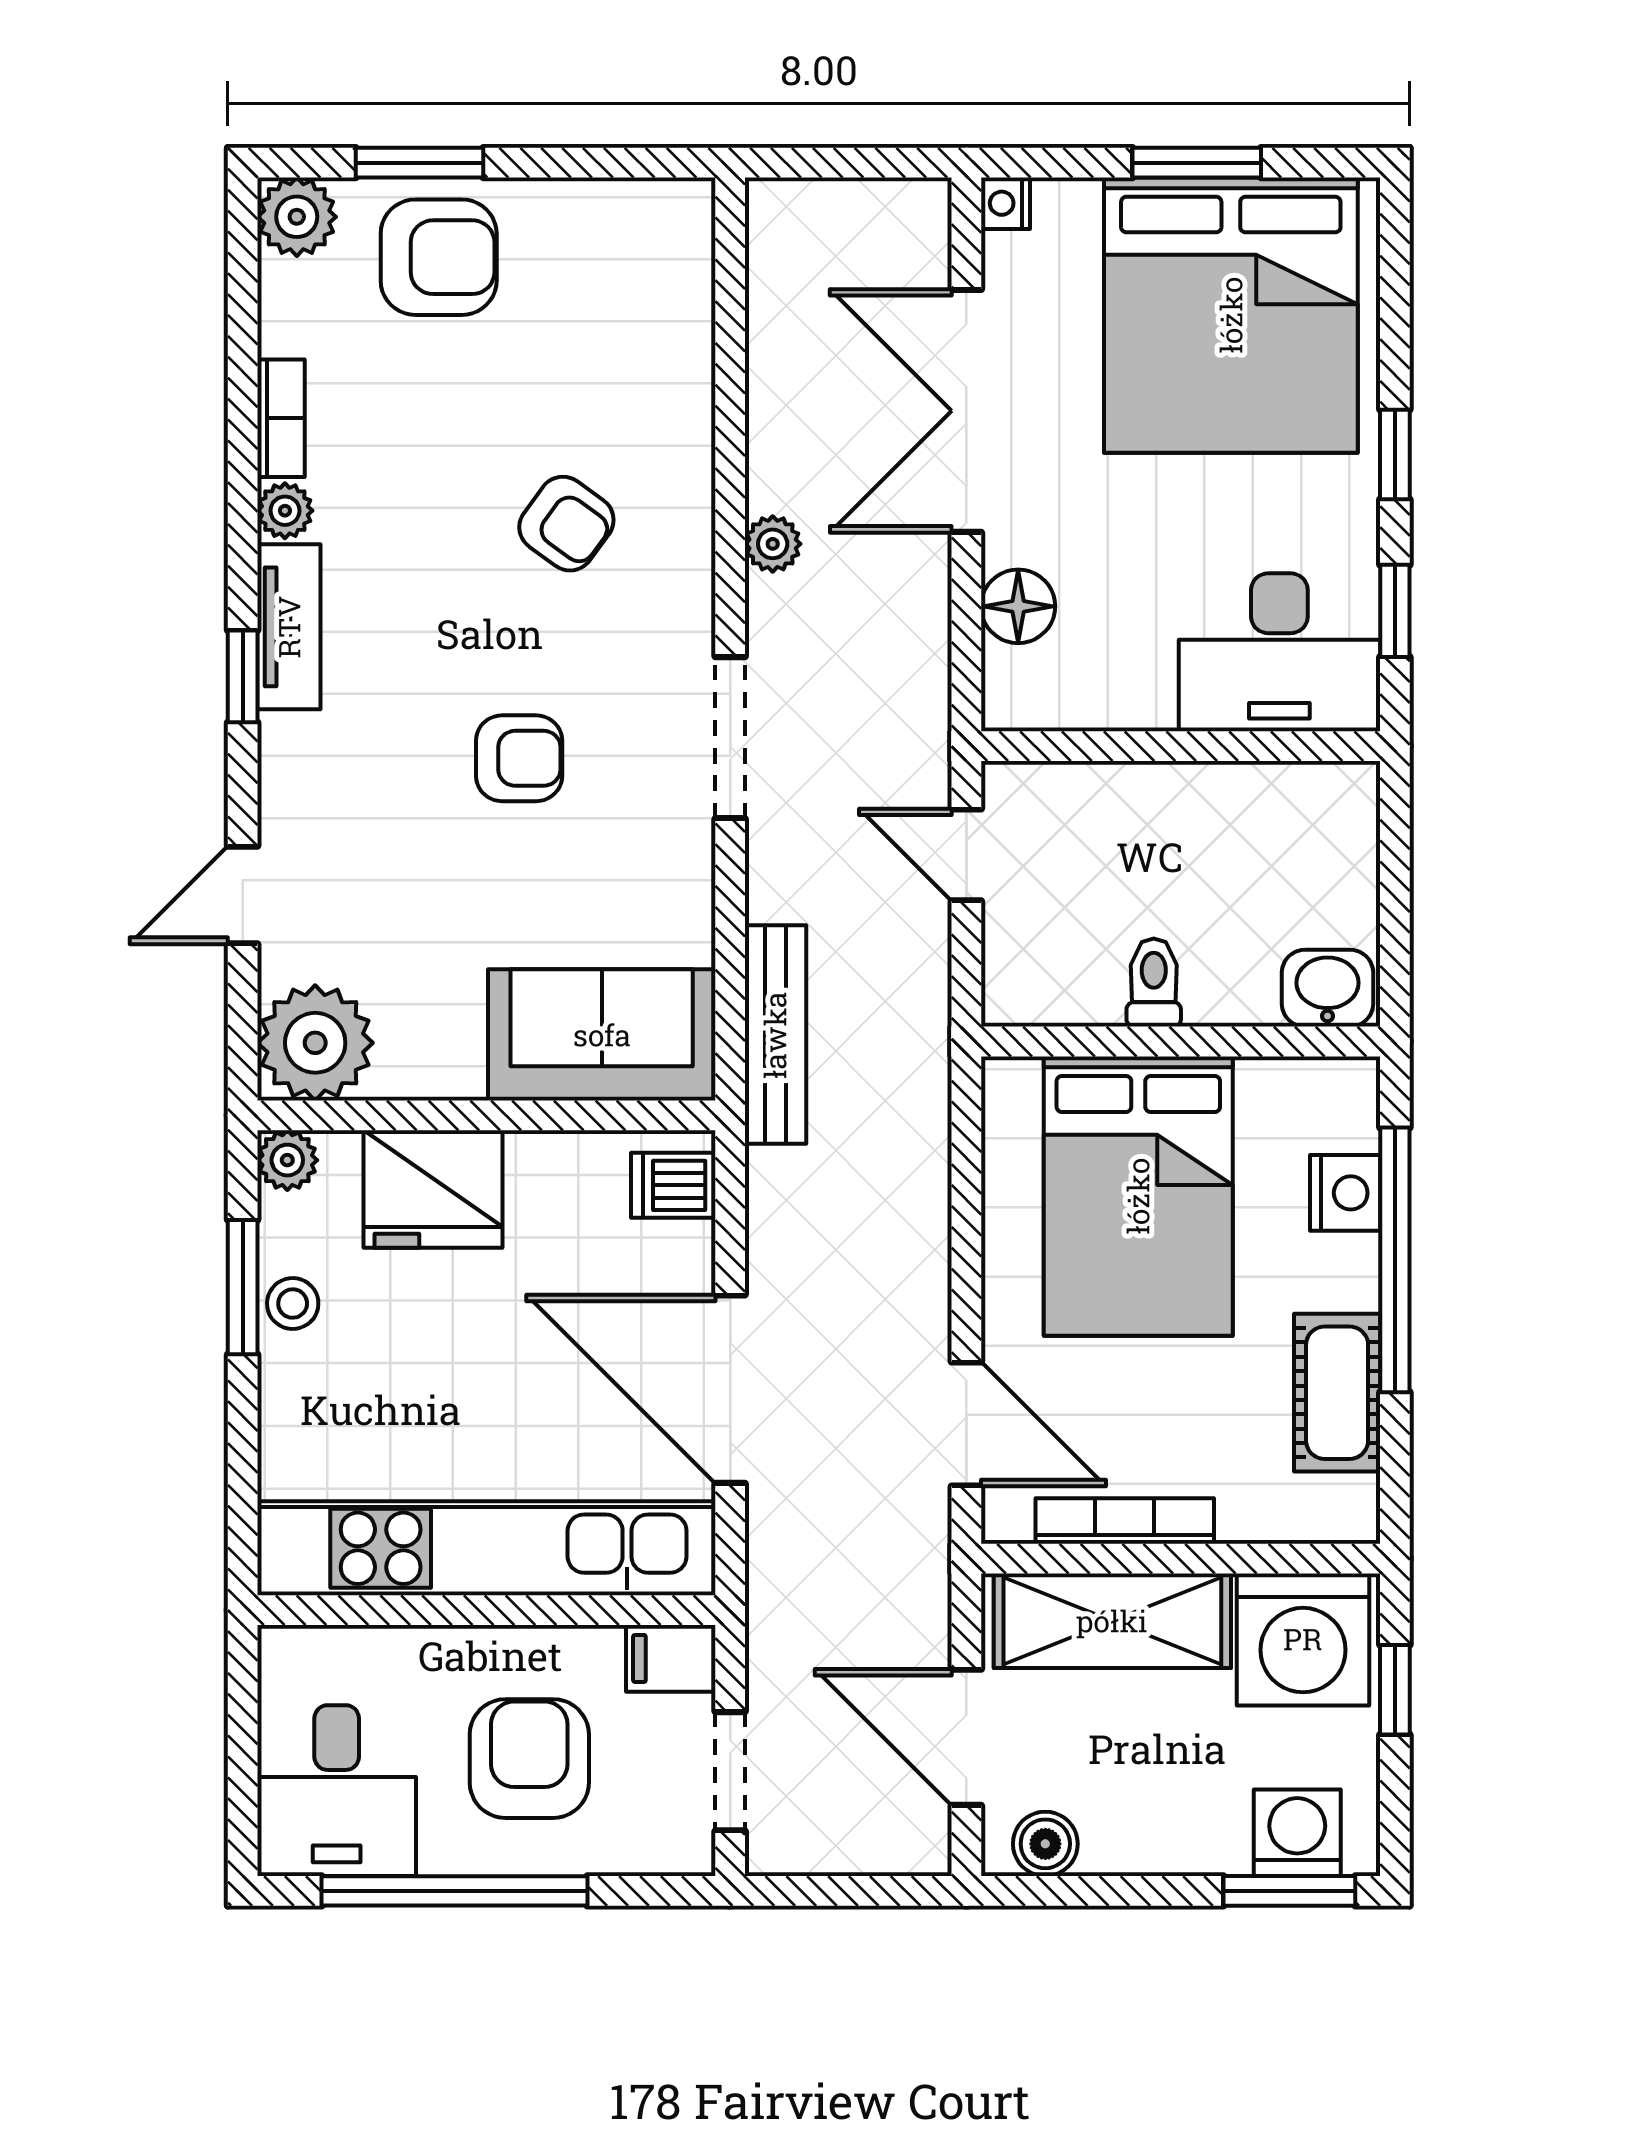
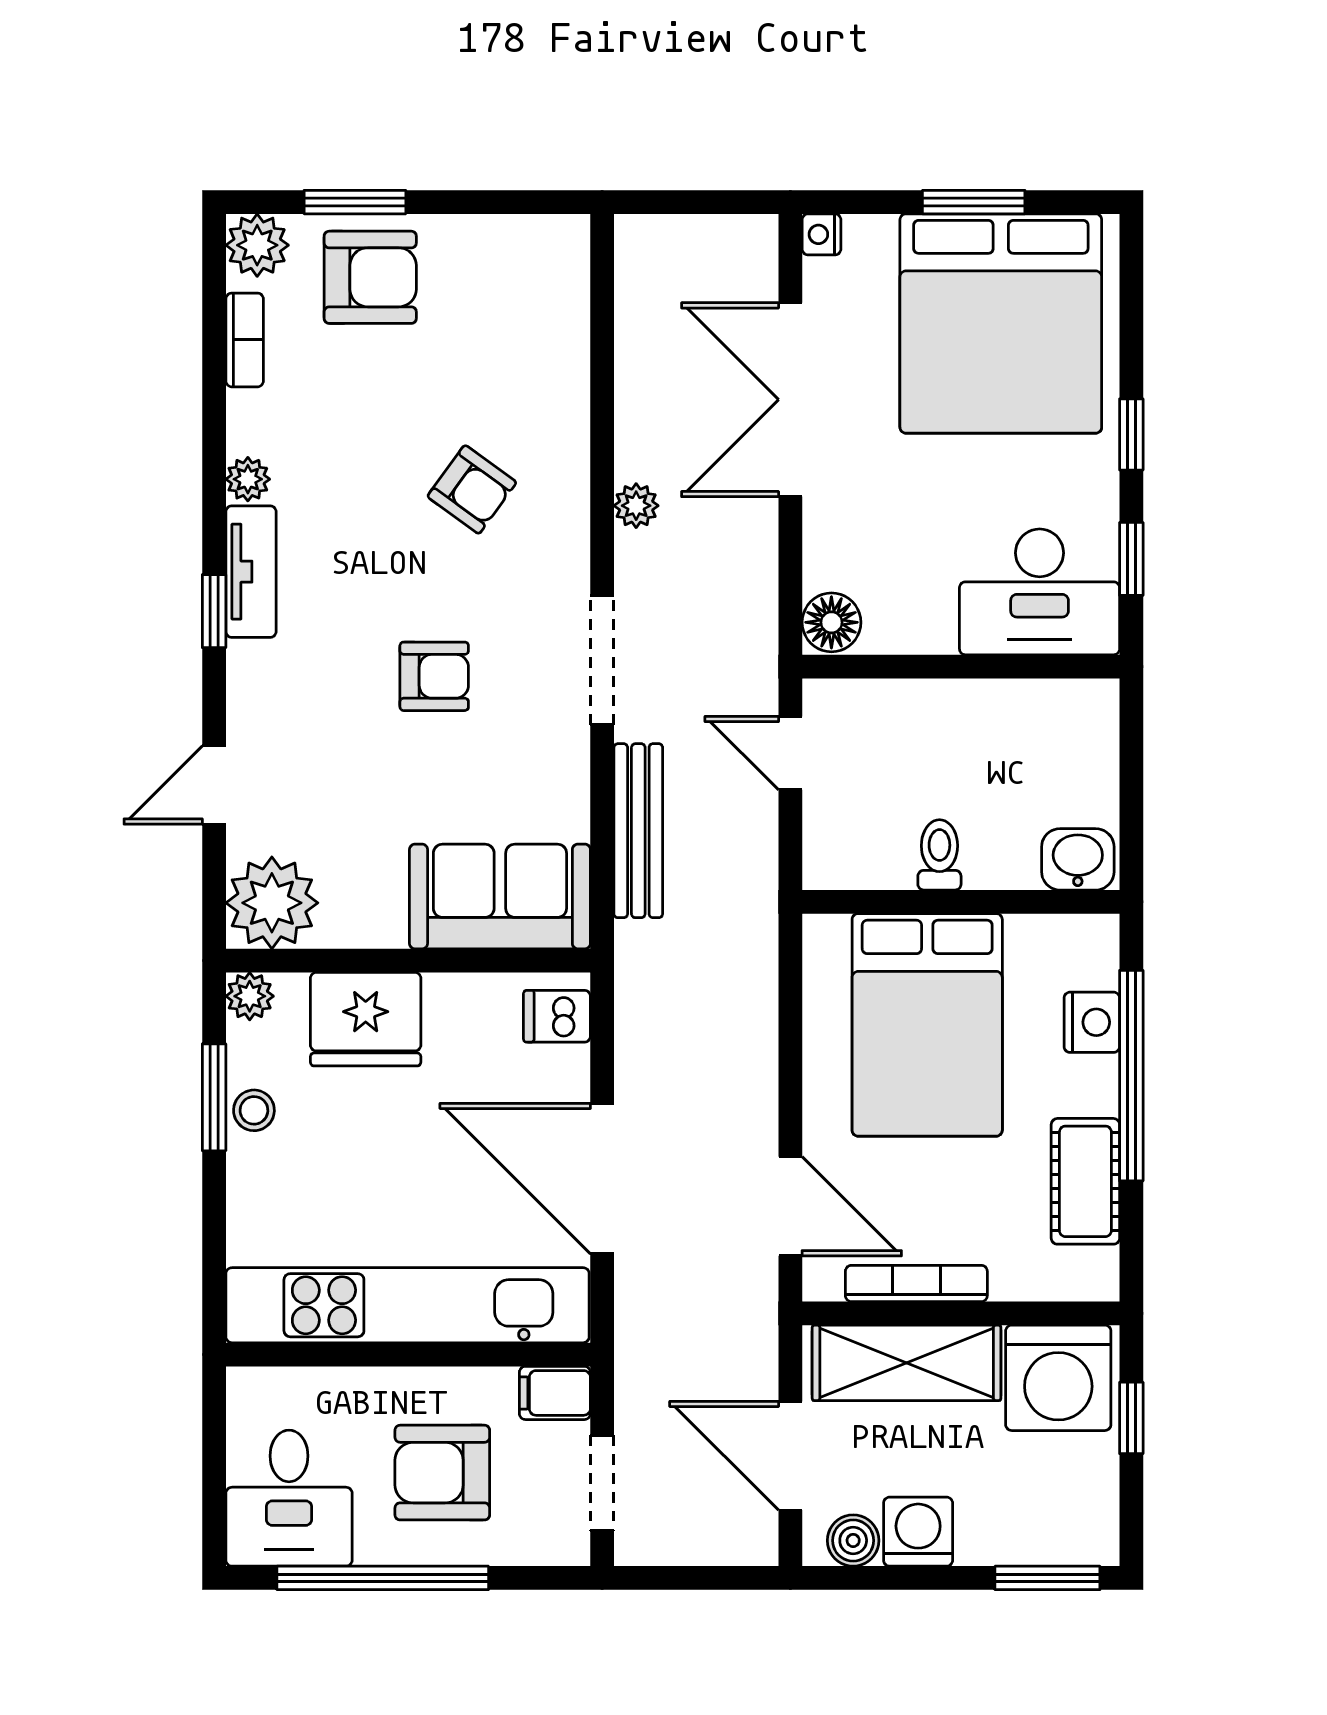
bookcase: (281, 418) -> (245, 340), moved
floor lamp: (1018, 606) -> (831, 622), moved
bench: (775, 1035) -> (638, 831), moved
armchair: (529, 1759) -> (442, 1473), turned -90
washing machine: (1297, 1833) -> (918, 1532), moved

